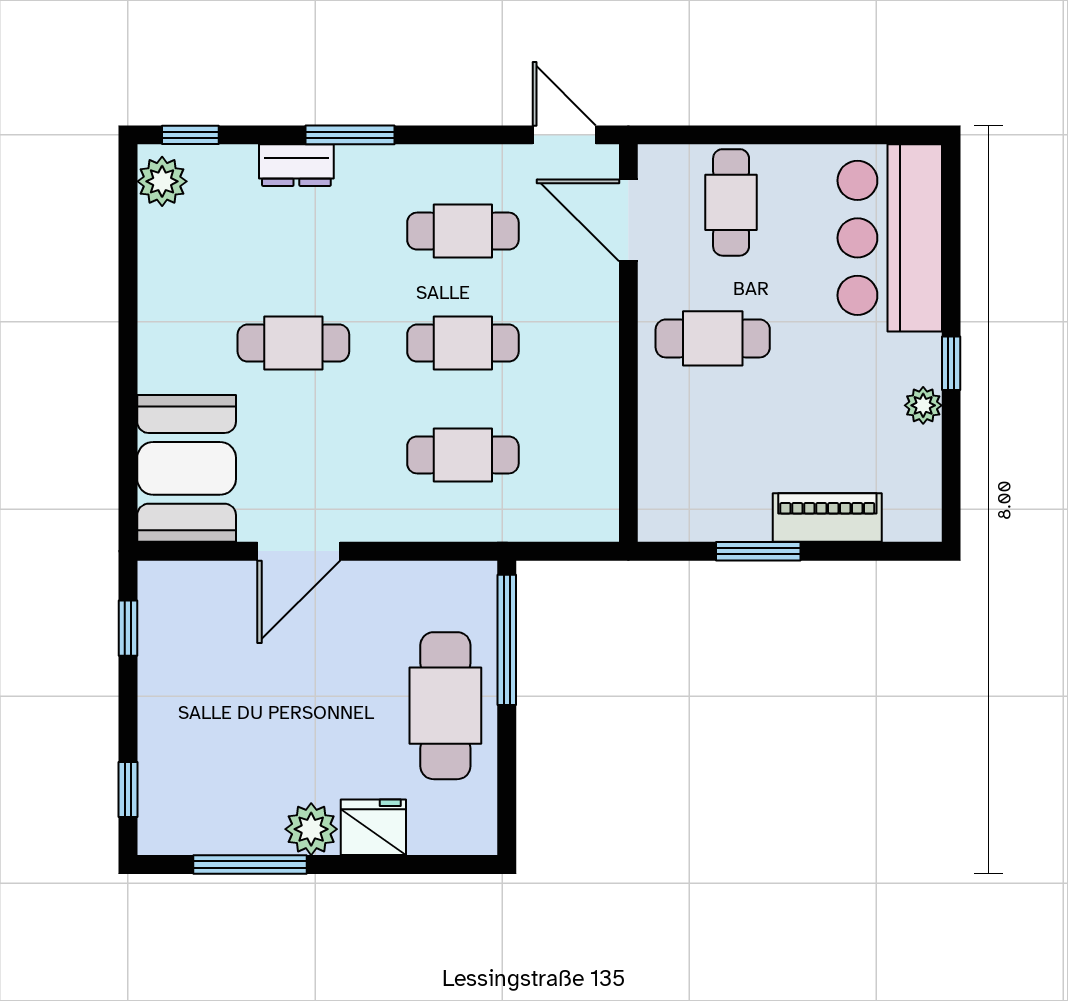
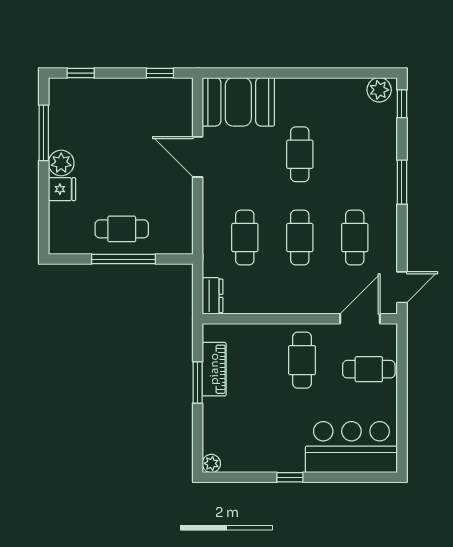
dresser: (296, 165) -> (212, 296), moved, turned 180
plant: (923, 405) -> (211, 463), moved
piano: (827, 517) -> (214, 369), moved
window: (507, 640) -> (124, 259), moved
cafe table: (445, 706) -> (122, 229), width x0.73, depth x0.74
fridge: (373, 827) -> (62, 189), width x0.72

